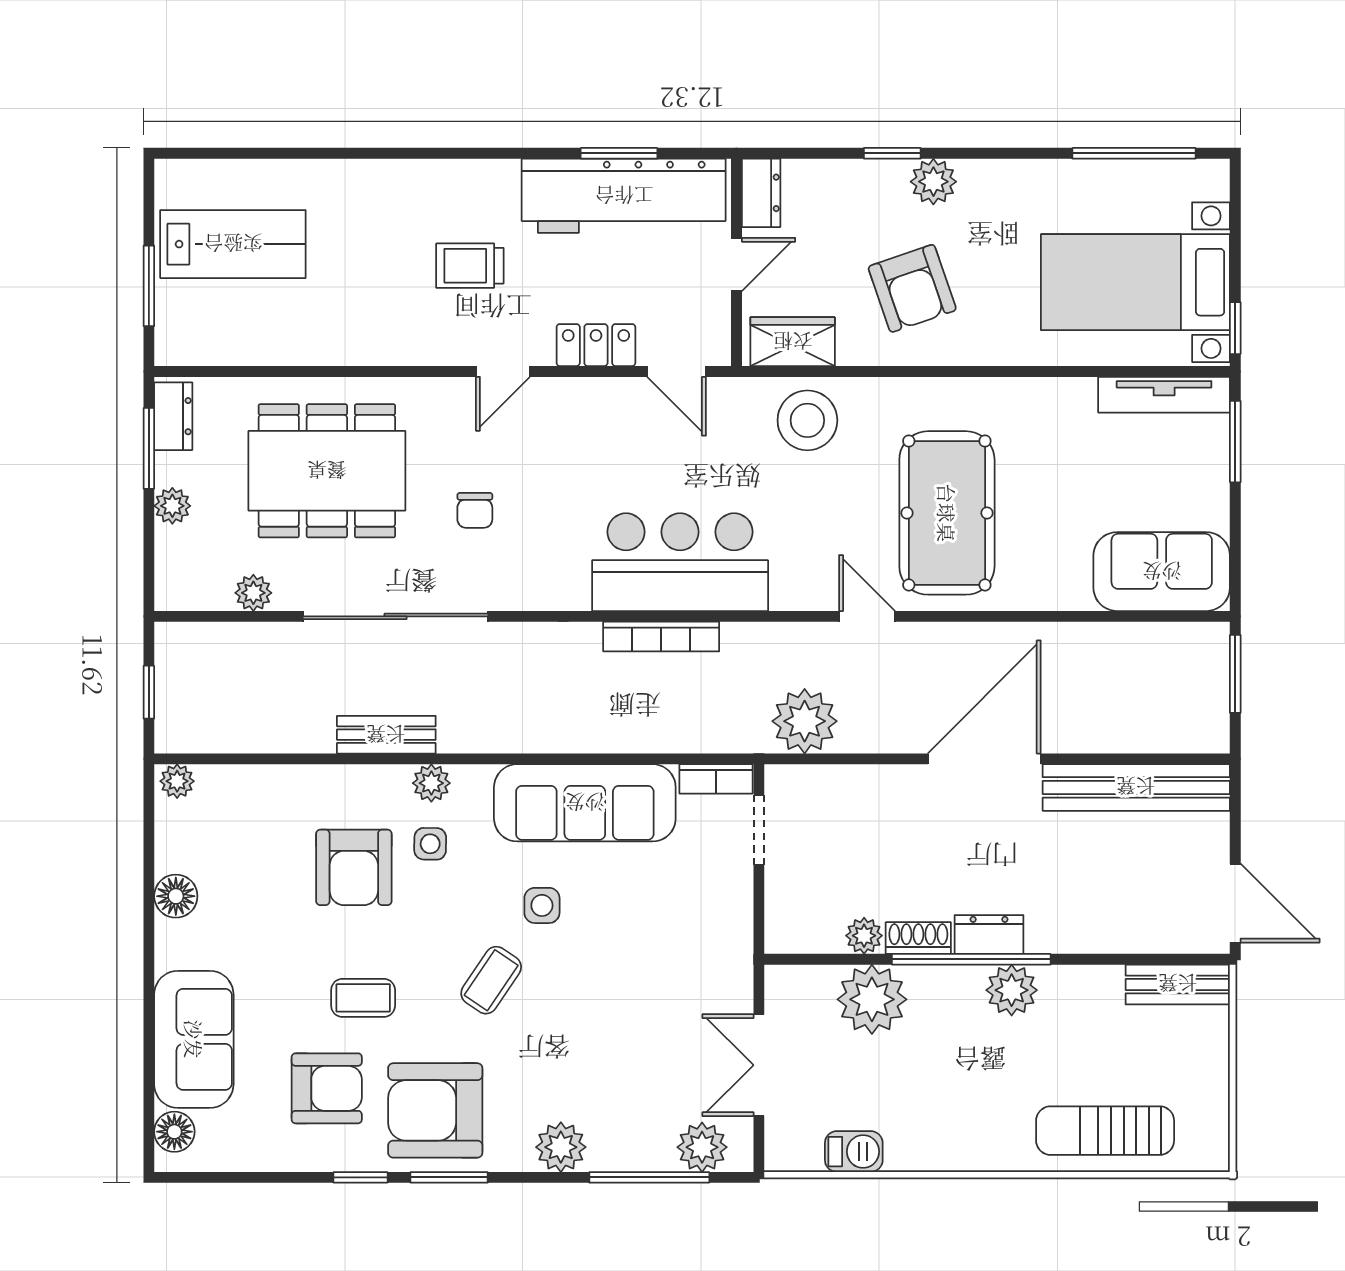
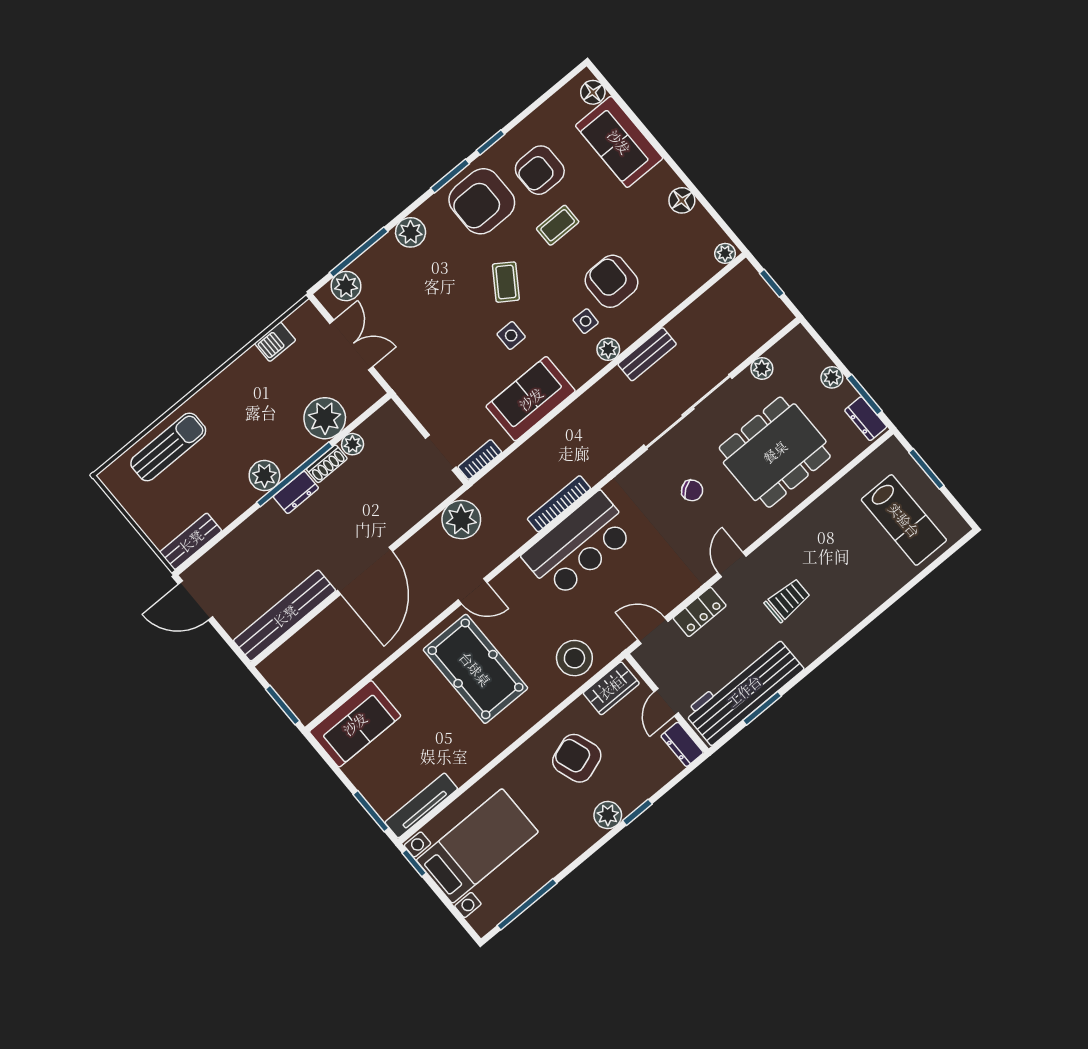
lab bench: (233, 244) -> (904, 520), turned -90
chair: (475, 510) -> (692, 490), turned 146
sofa: (585, 803) -> (531, 399), width x0.73
armchair: (435, 1110) -> (482, 201), turned 180

